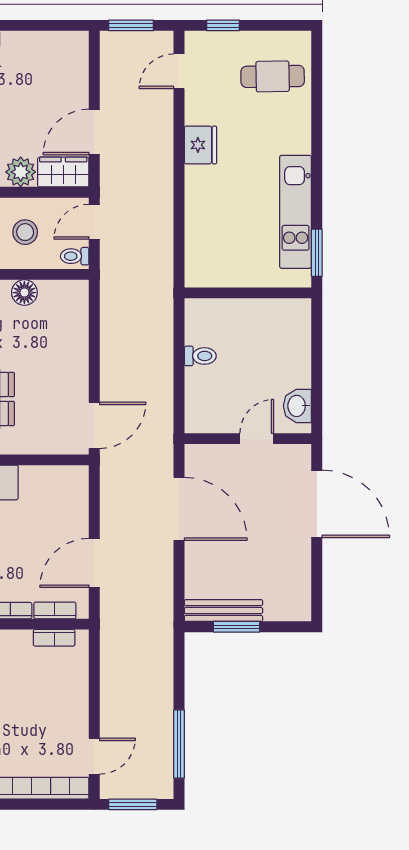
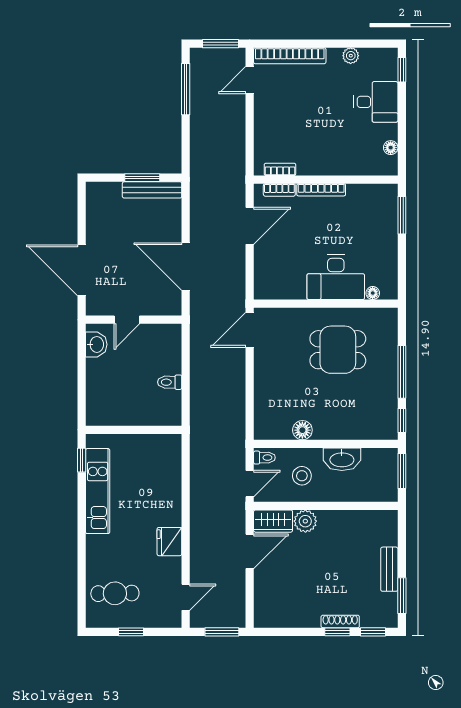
window: (223, 25) -> (131, 632), moved
window: (317, 253) -> (82, 460), width x0.67

